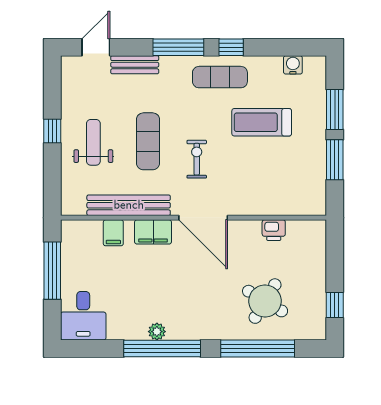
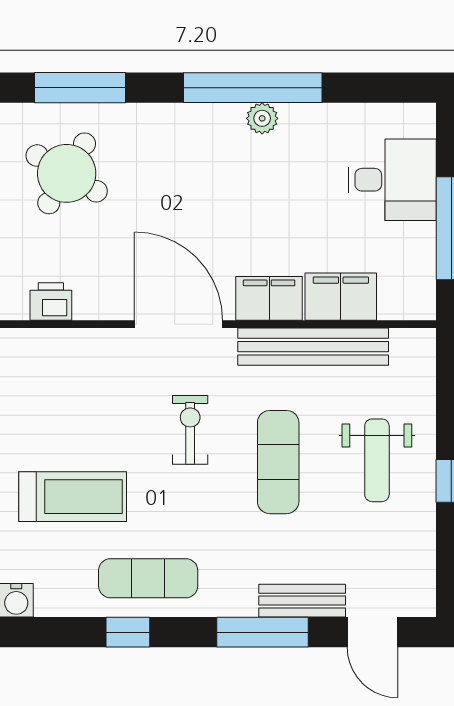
door: (96, 47) -> (372, 632), hinge flipped
window: (178, 47) -> (263, 632), moved
exercise bike: (197, 159) -> (190, 430), turned 180
filing cabinet: (113, 233) -> (341, 297), width x2.00
desk: (83, 316) -> (392, 180), moved, turned 90
window: (258, 348) -> (80, 88), width x0.68

